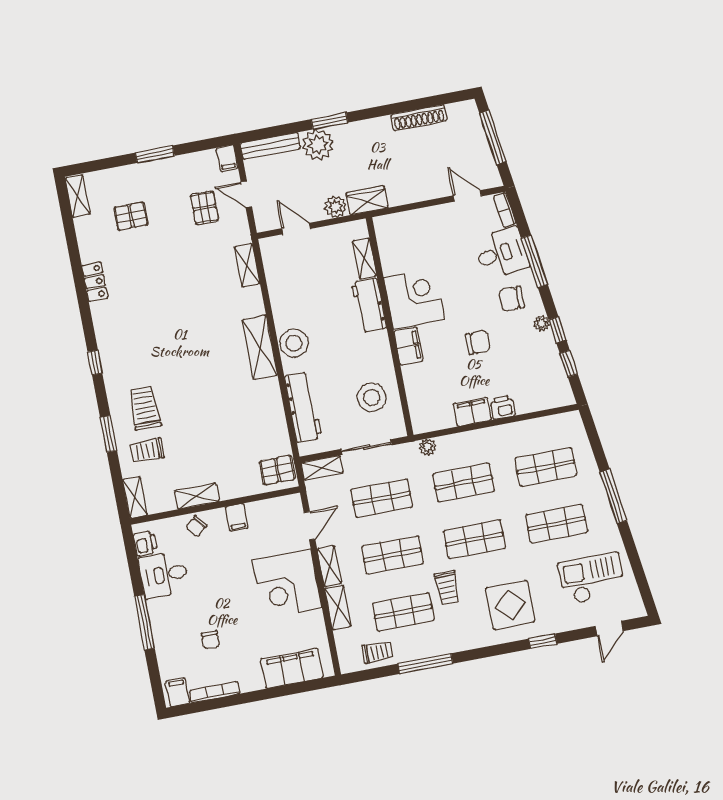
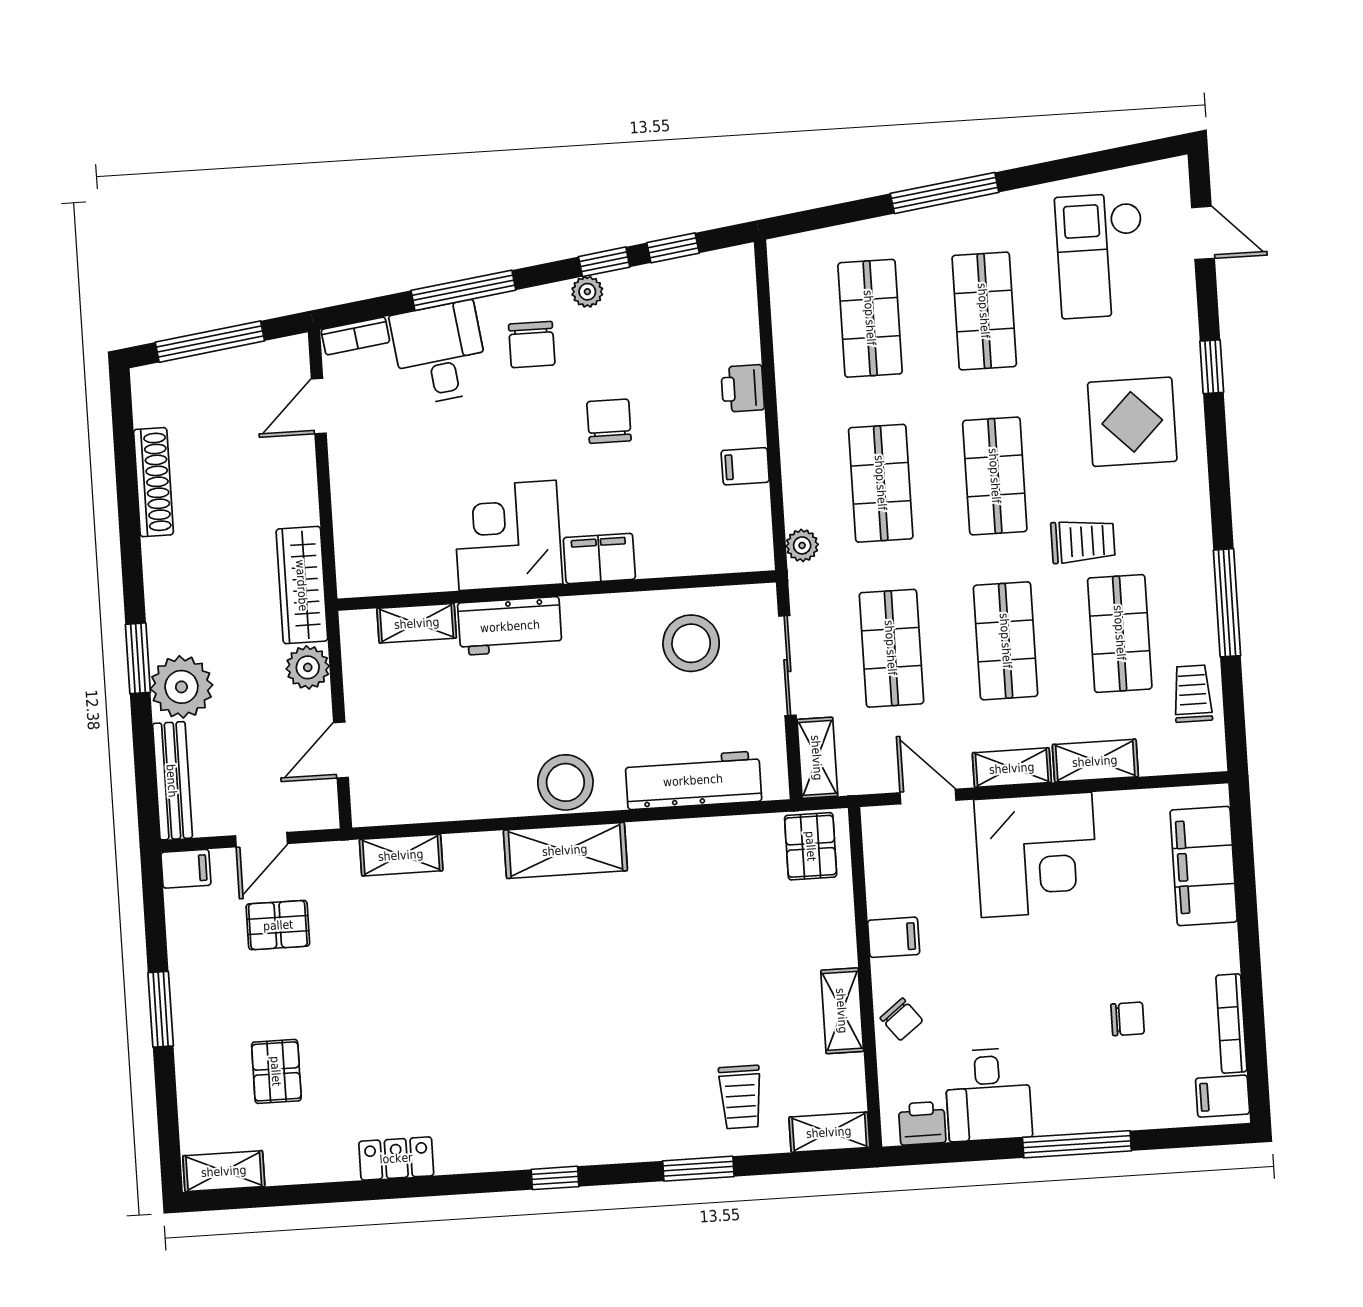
wardrobe: (367, 200) -> (302, 585), width x1.50
trolley: (145, 408) -> (657, 1091), removed
filing cabinet: (472, 412) -> (745, 466), width x0.50

